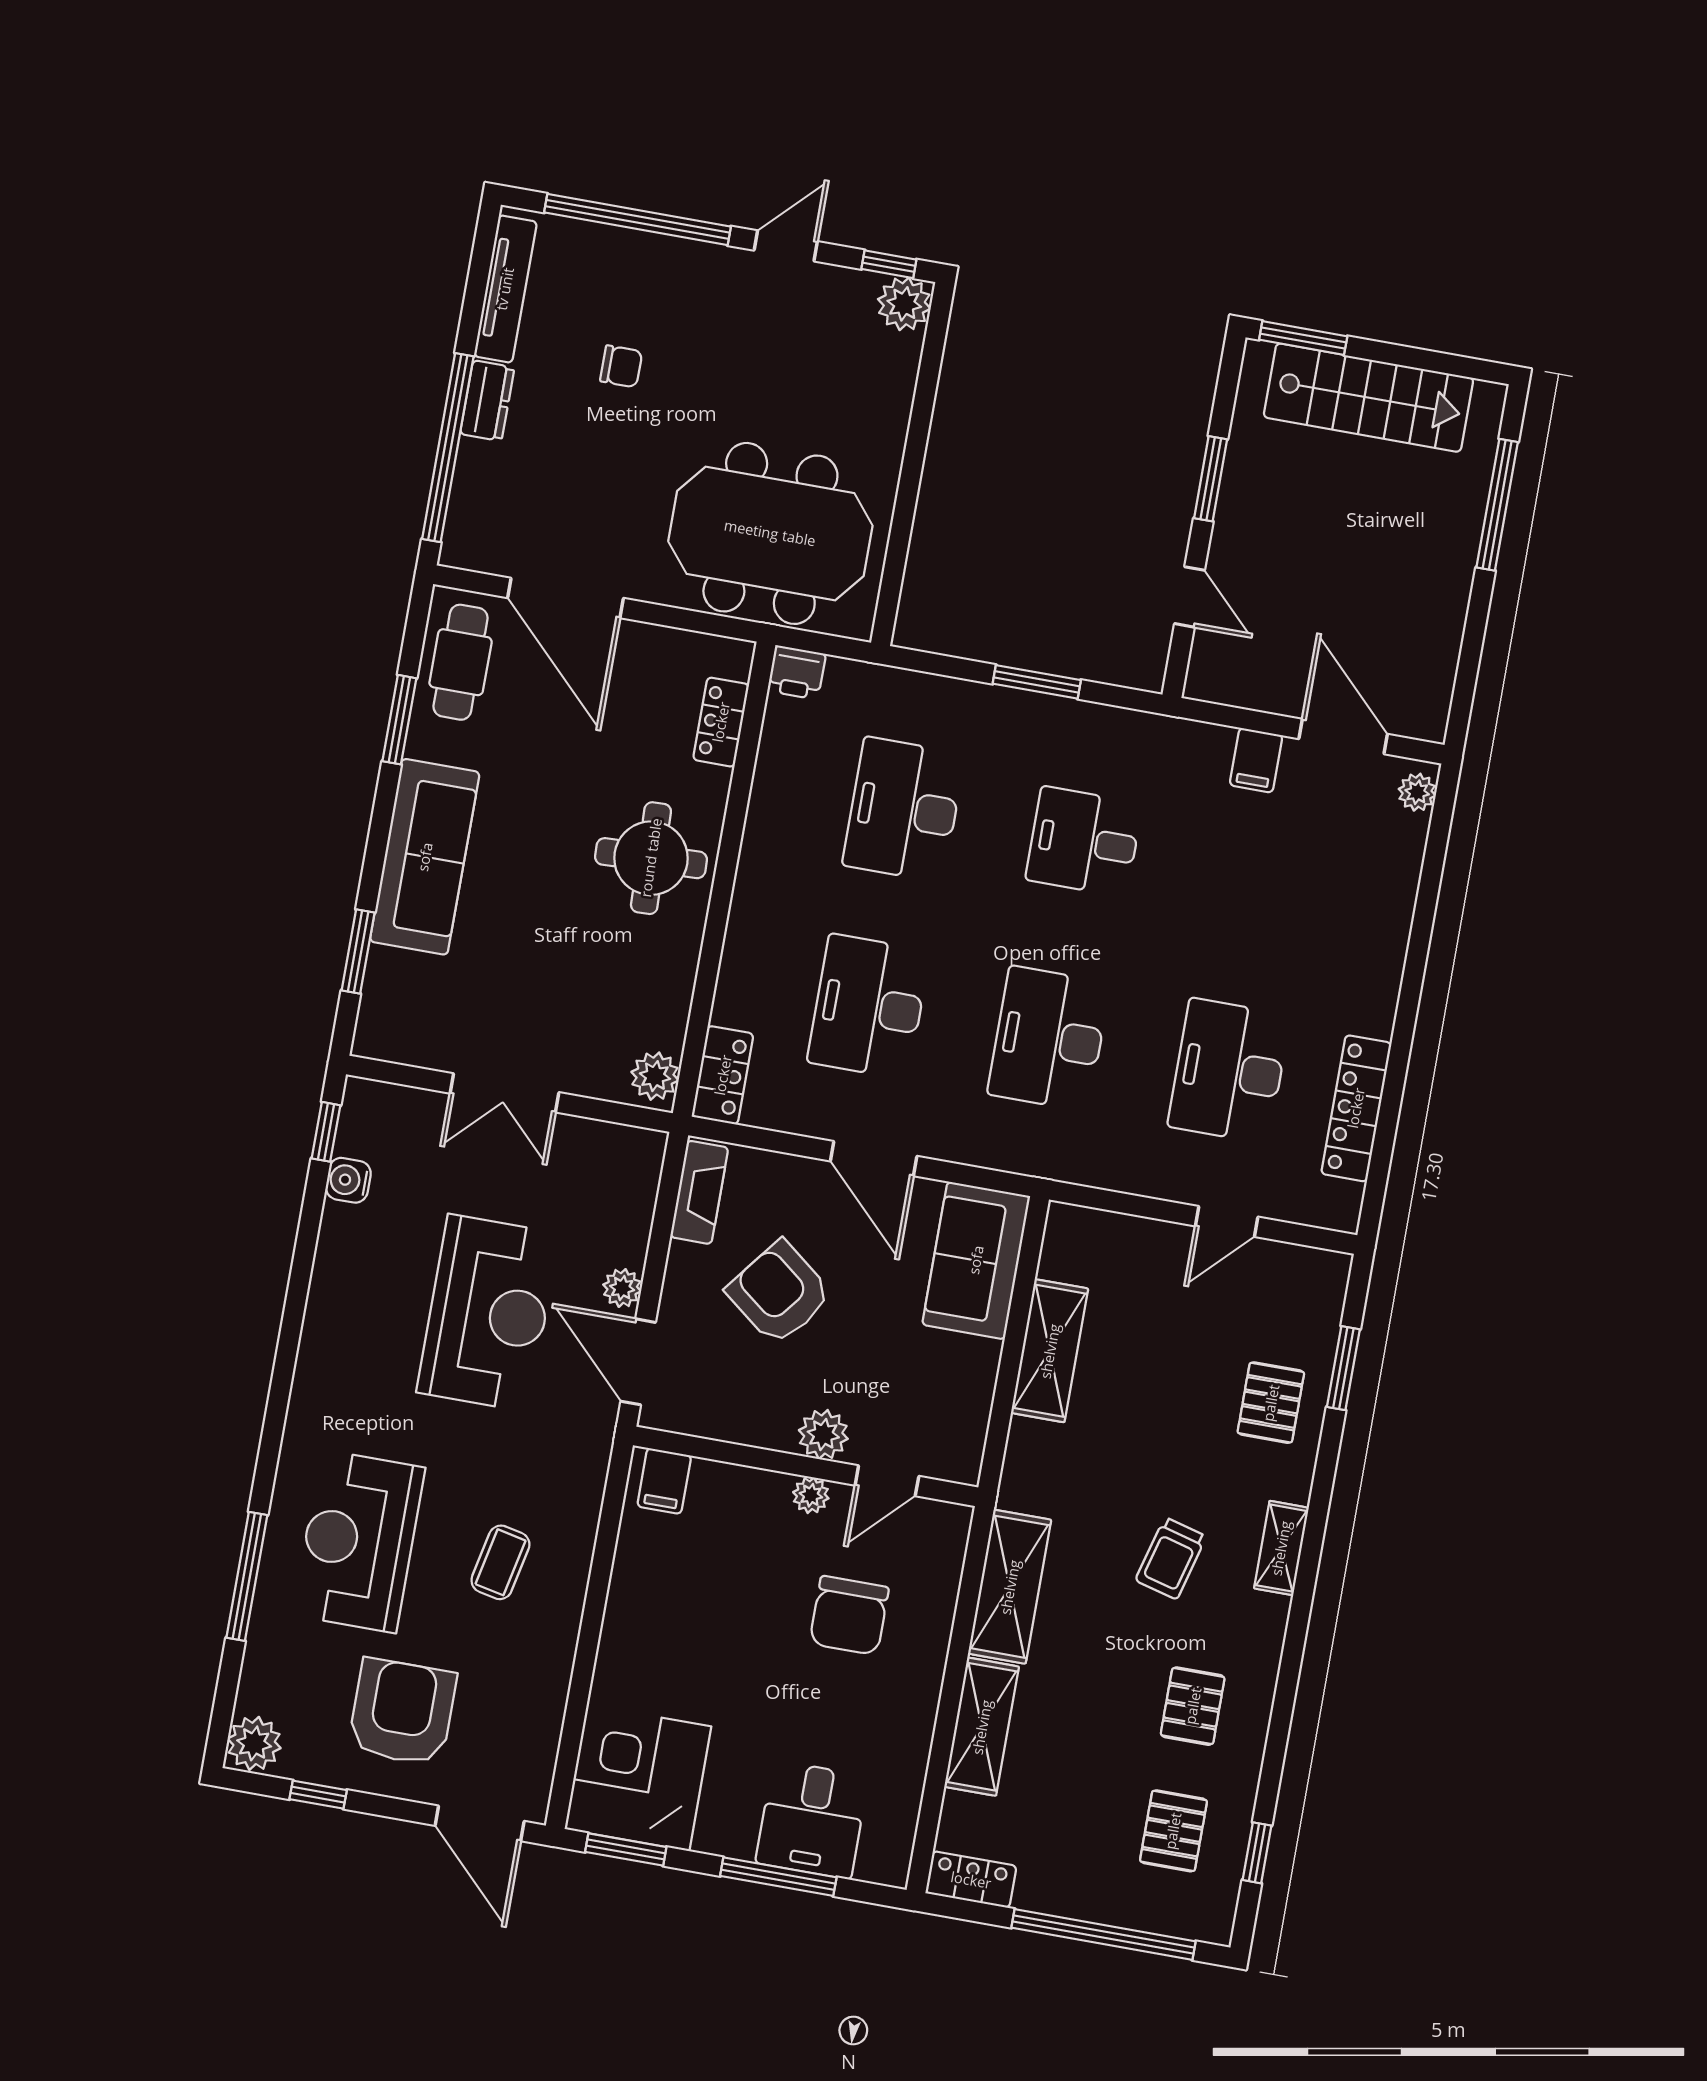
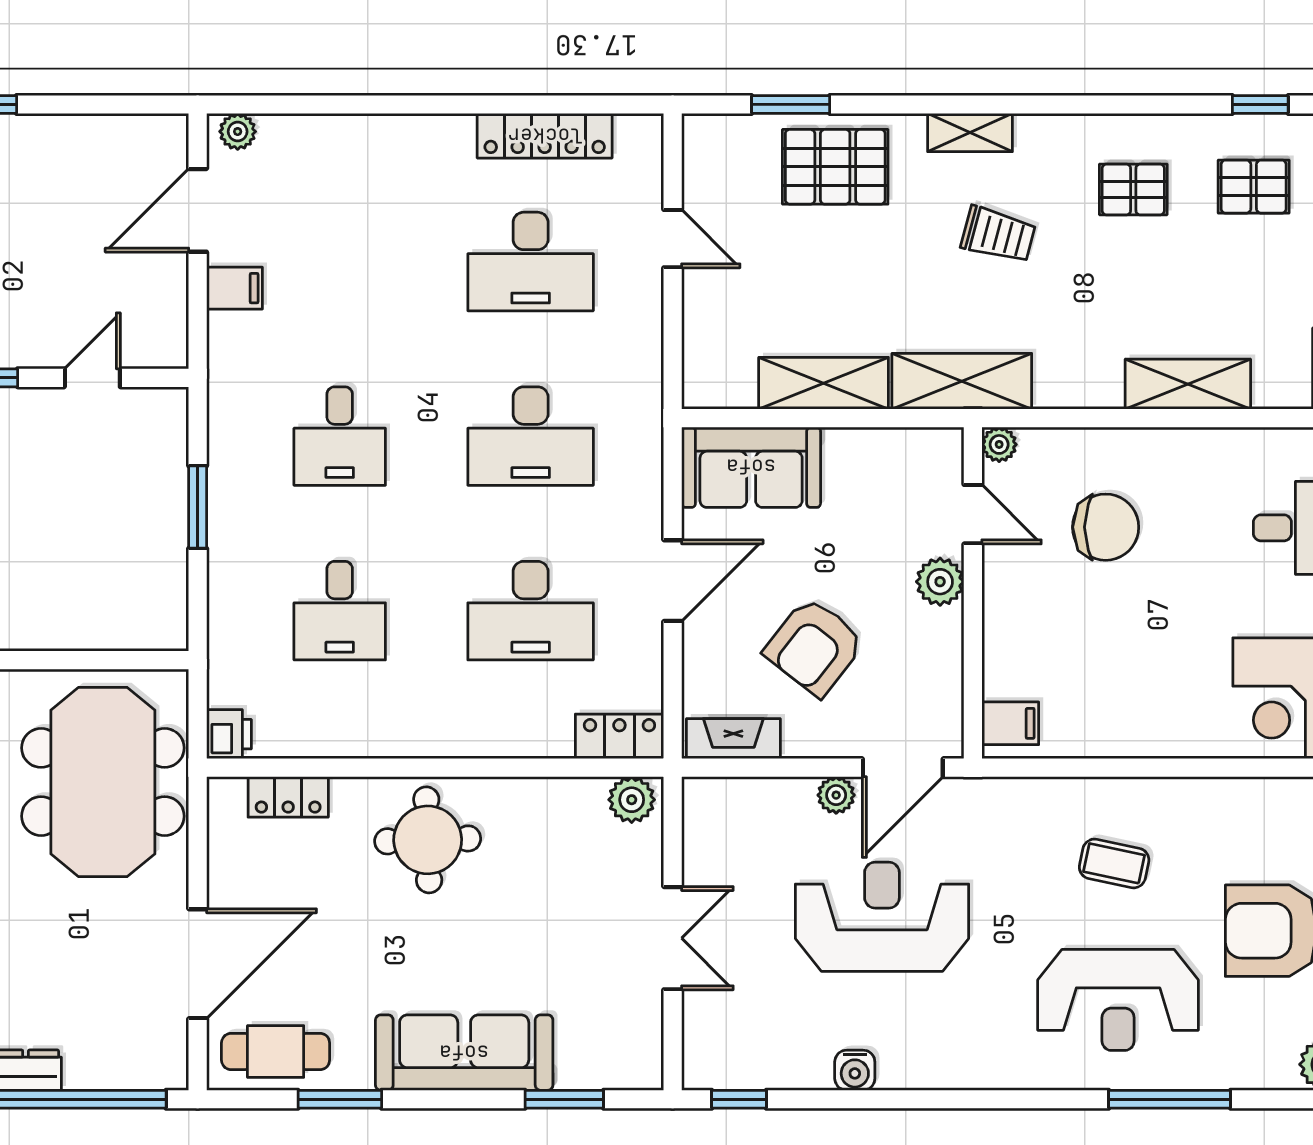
desk: (904, 809) -> (340, 611), width x0.73
water cooler: (348, 1180) -> (855, 1070), moved
pallet: (1271, 1403) -> (835, 167), width x1.50, depth x1.42
plant: (811, 1495) -> (999, 444), moved
shelving: (1010, 1587) -> (962, 381), moved

